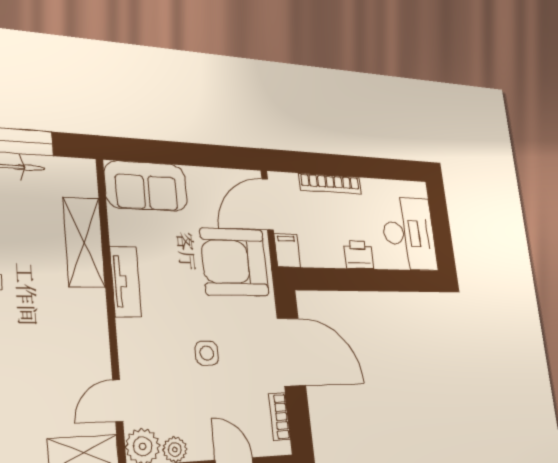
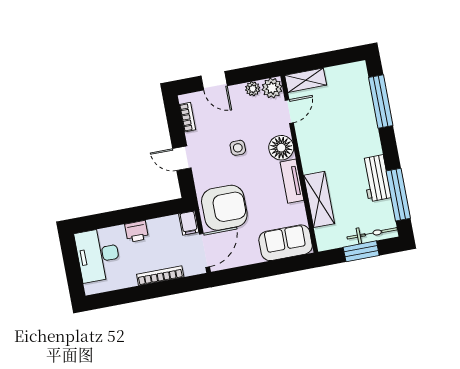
floor lamp: (138, 341) -> (281, 148), added
door: (291, 352) -> (182, 158), width x0.53

